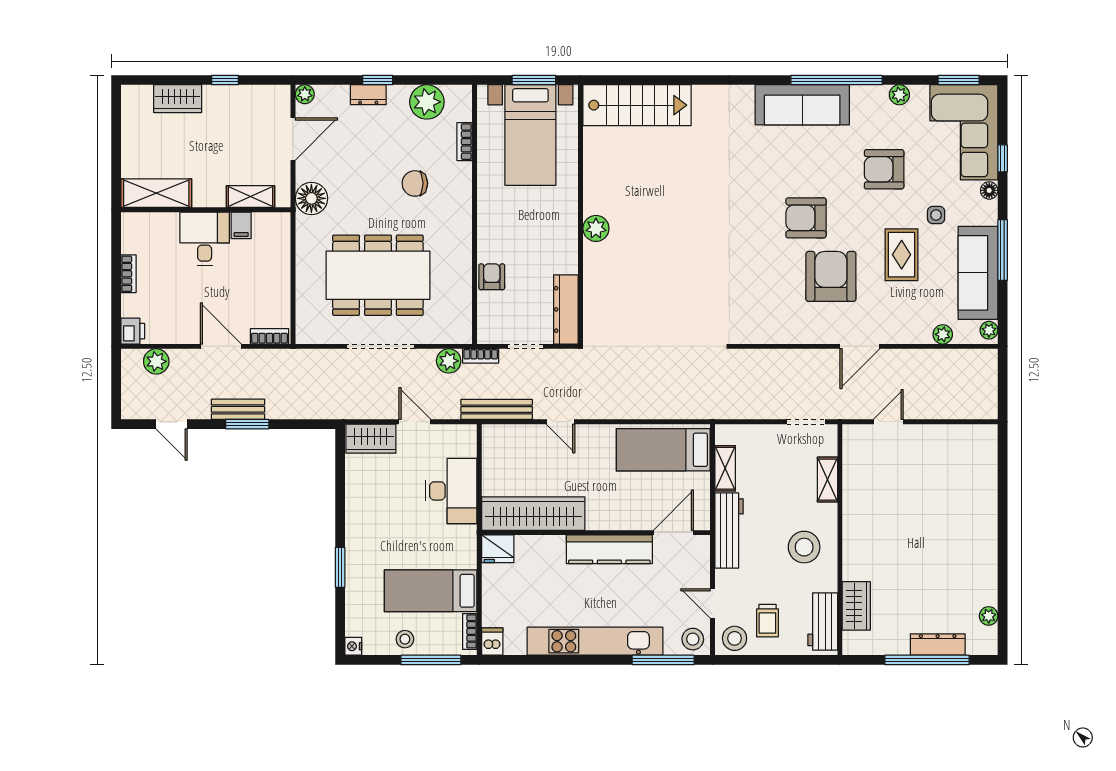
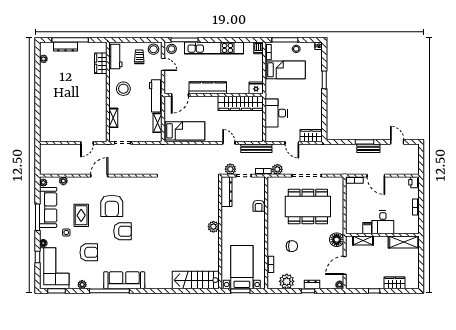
plant: (156, 361) -> (230, 169), moved

